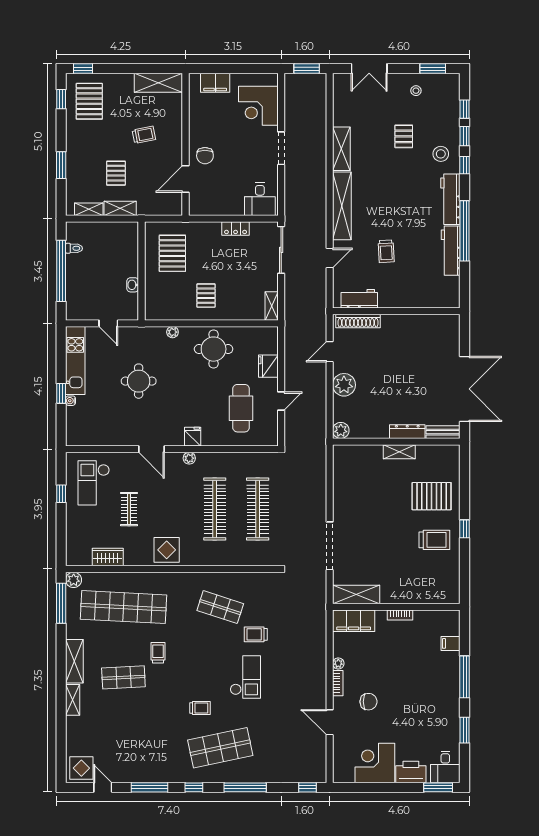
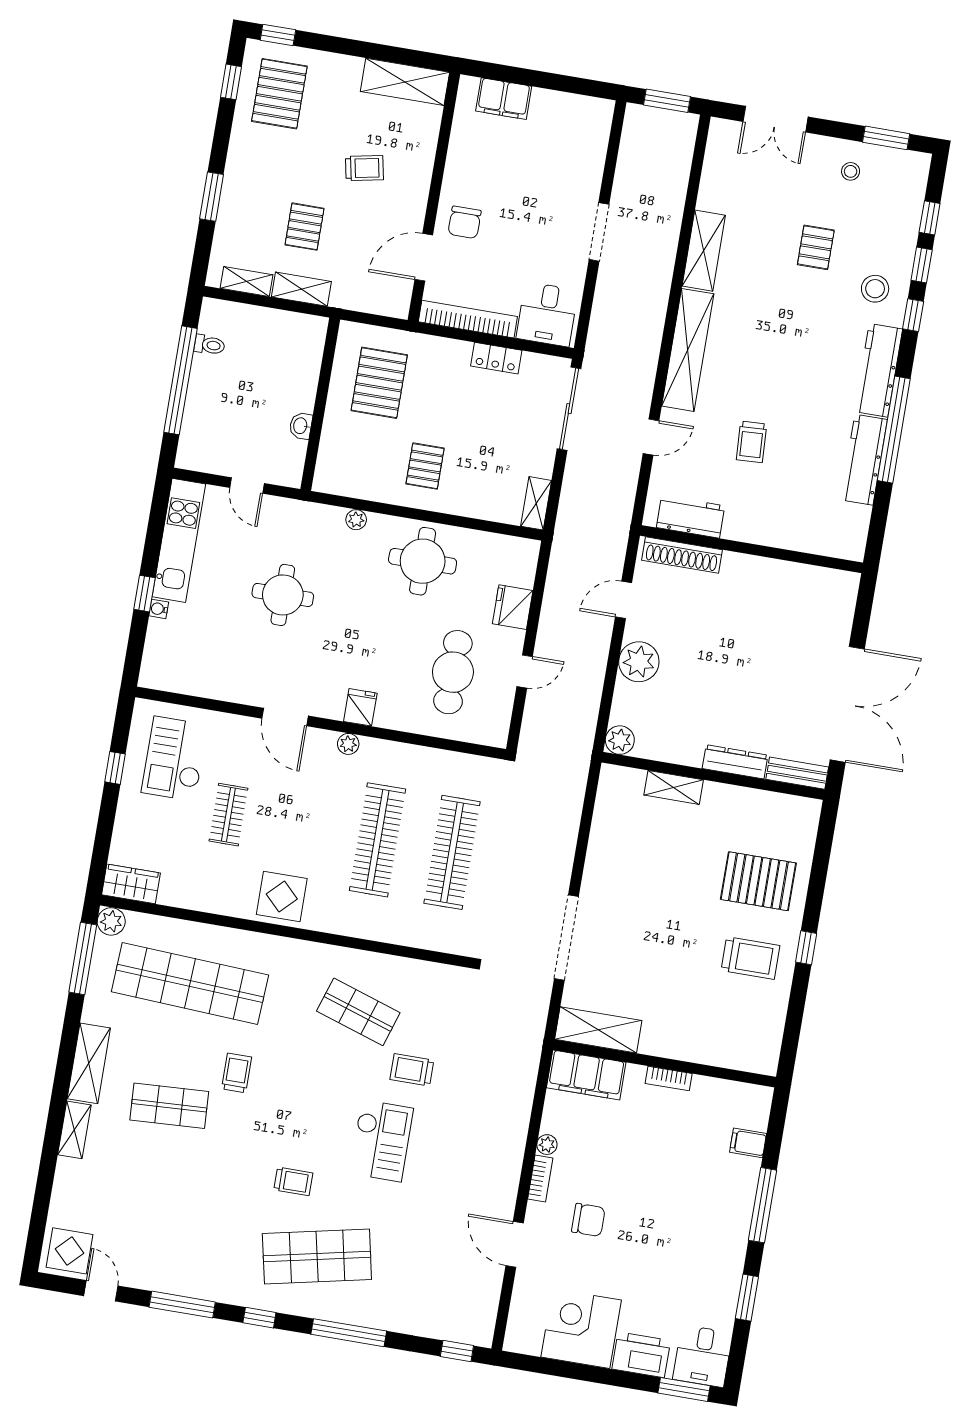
corner desk: (258, 106) -> (572, 151), removed
bookcase: (216, 209) -> (468, 319), added
shelving: (399, 452) -> (674, 787), moved
wardrobe: (108, 557) -> (131, 884), moved

